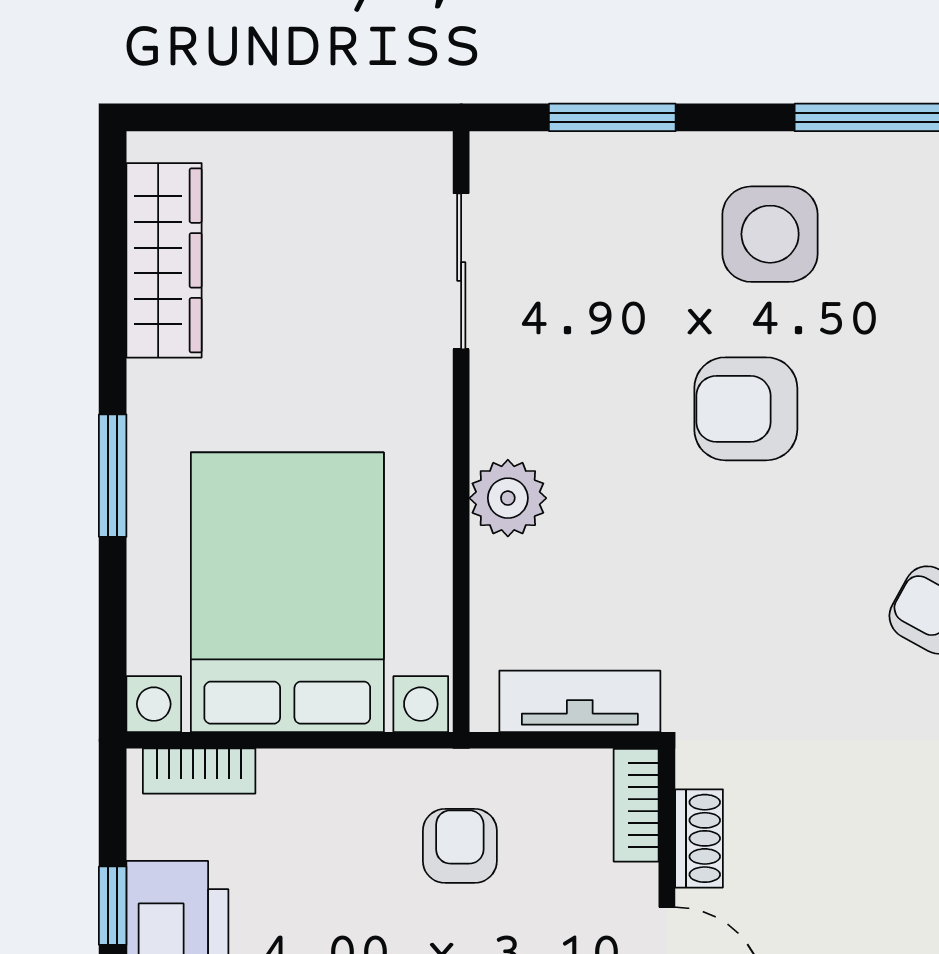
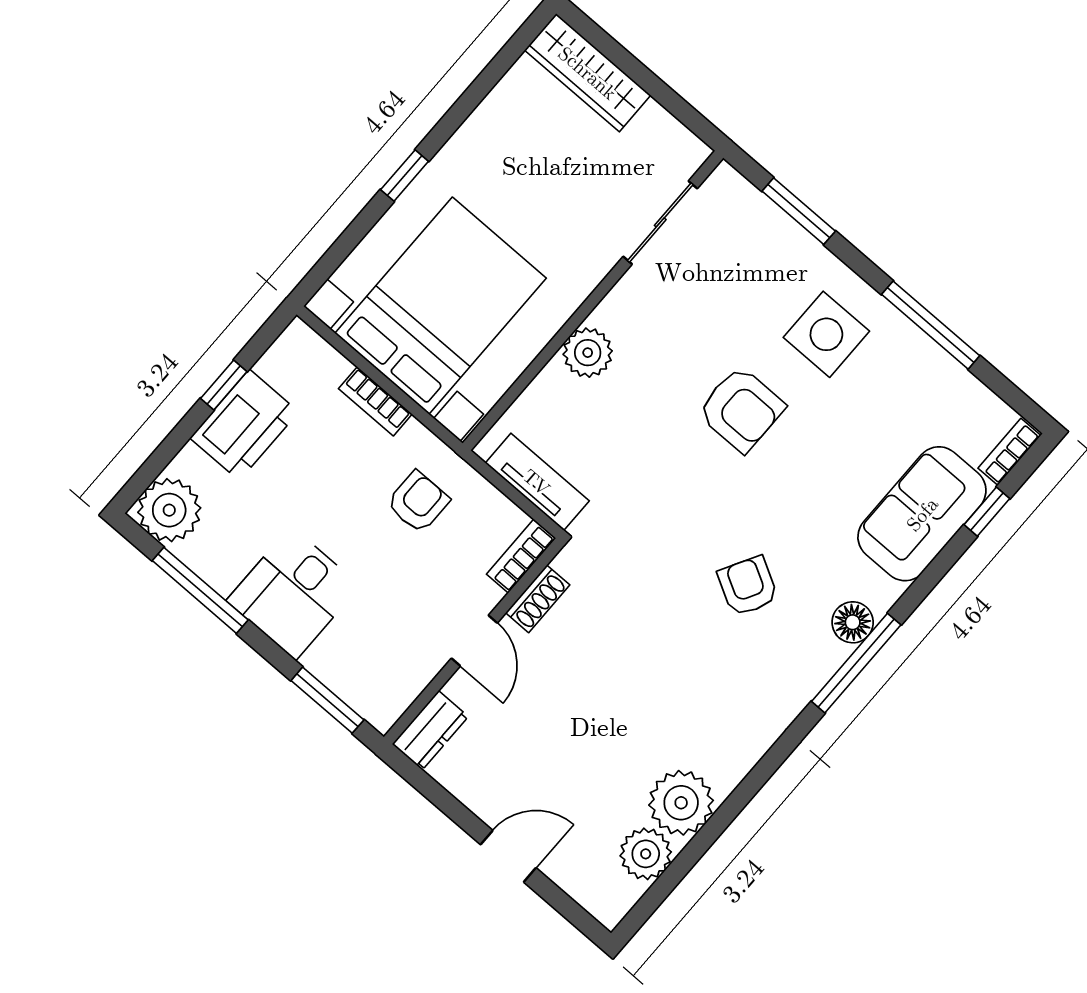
wardrobe: (164, 260) -> (588, 73), moved, turned 90
armchair: (746, 409) -> (741, 409), turned 180
window: (113, 476) -> (405, 175), width x0.67
bookcase: (199, 771) -> (375, 401), moved

